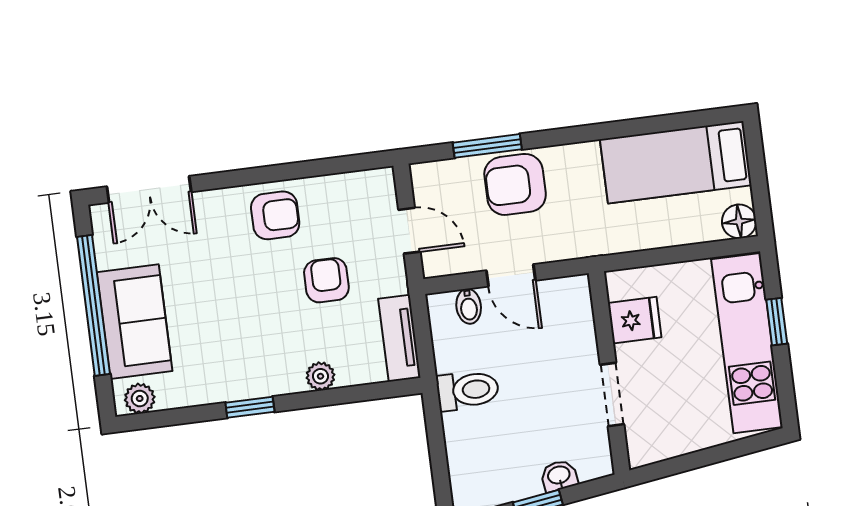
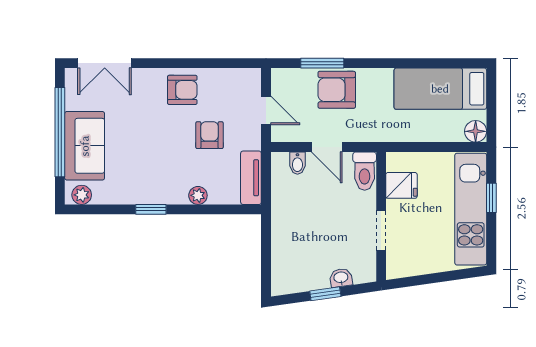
toilet: (468, 390) -> (365, 171), moved, turned 90

